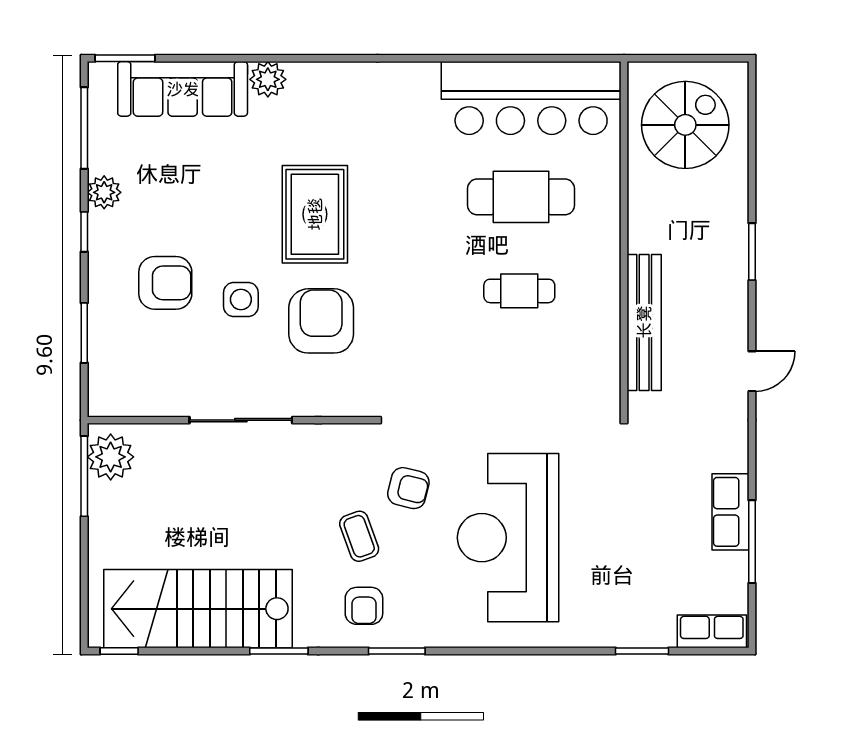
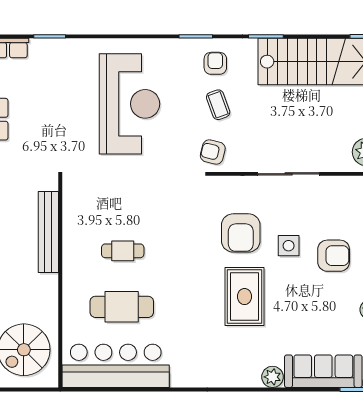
armchair: (165, 283) -> (334, 256), turned 180
armchair: (408, 488) -> (213, 152), moved

